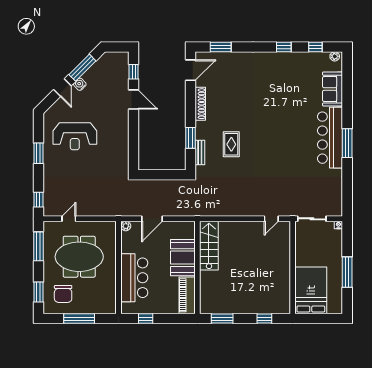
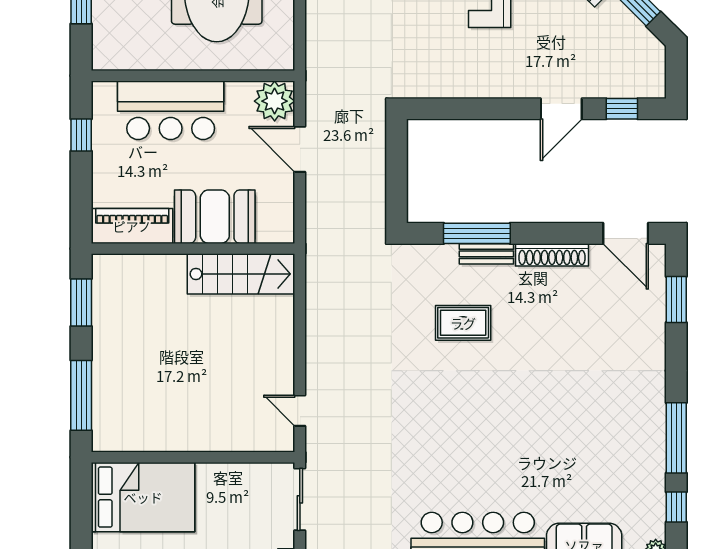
window: (284, 47) -> (676, 438), width x2.17
window: (190, 138) -> (477, 233), width x1.44
bench: (200, 153) -> (486, 254), moved
plant: (126, 226) -> (275, 101), width x1.87, depth x1.87
window: (264, 319) -> (81, 395), width x2.17

